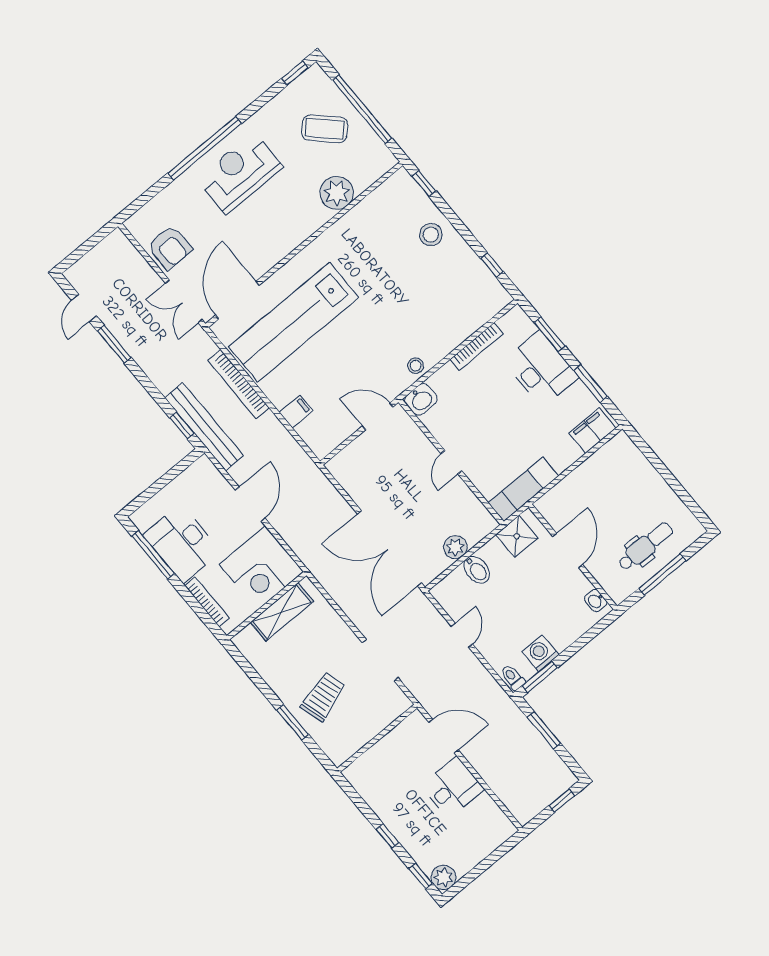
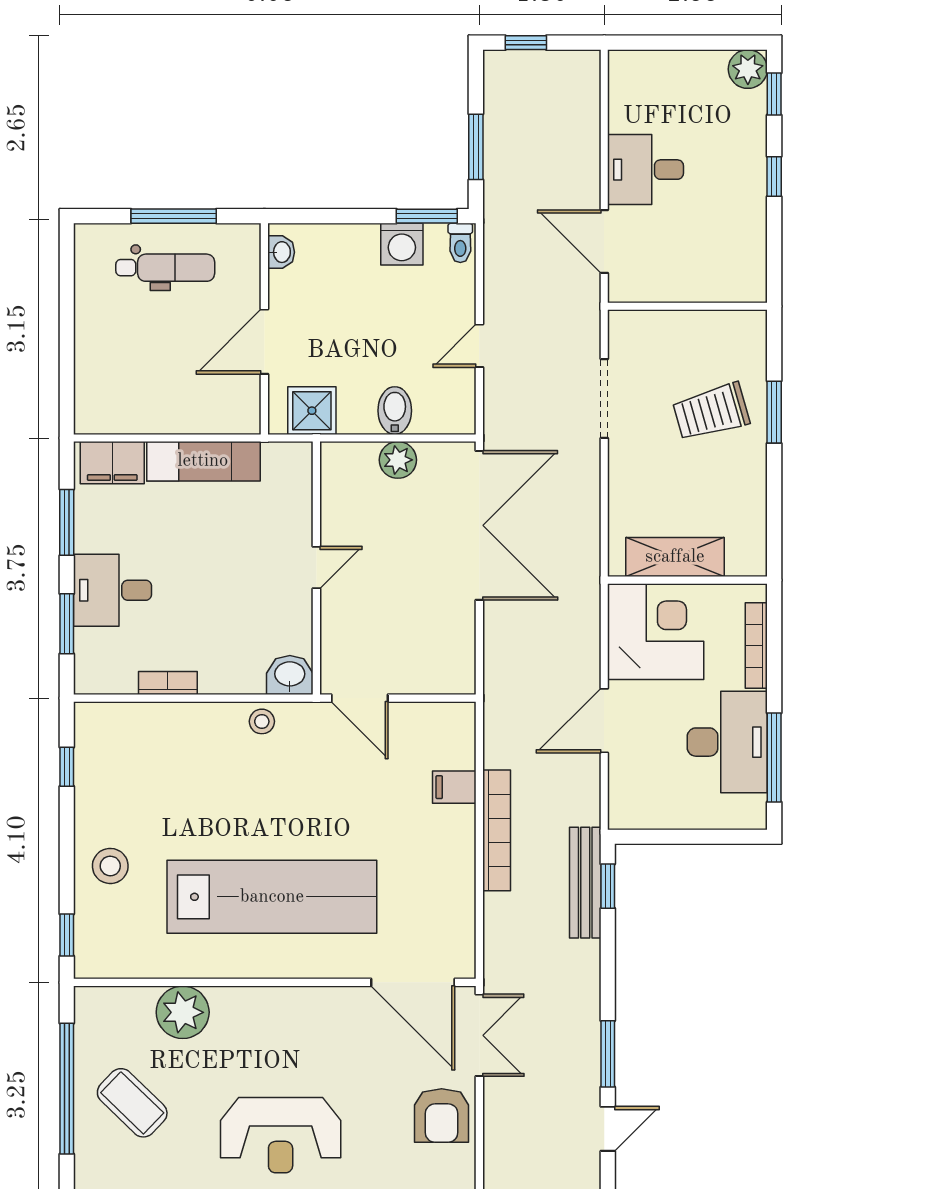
armchair: (170, 247) -> (442, 1116), turned 180
door: (237, 300) -> (413, 982), hinge flipped
lab bench: (294, 322) -> (272, 897), moved
bookcase: (477, 346) -> (168, 683), width x0.64
desk: (541, 369) -> (113, 590), width x0.73
bookcase: (239, 384) -> (497, 830), moved
bench: (204, 427) -> (585, 883), width x0.73, depth x0.82
exam couch: (523, 489) -> (203, 461), moved
dental chair: (645, 546) -> (165, 268), turned 180

